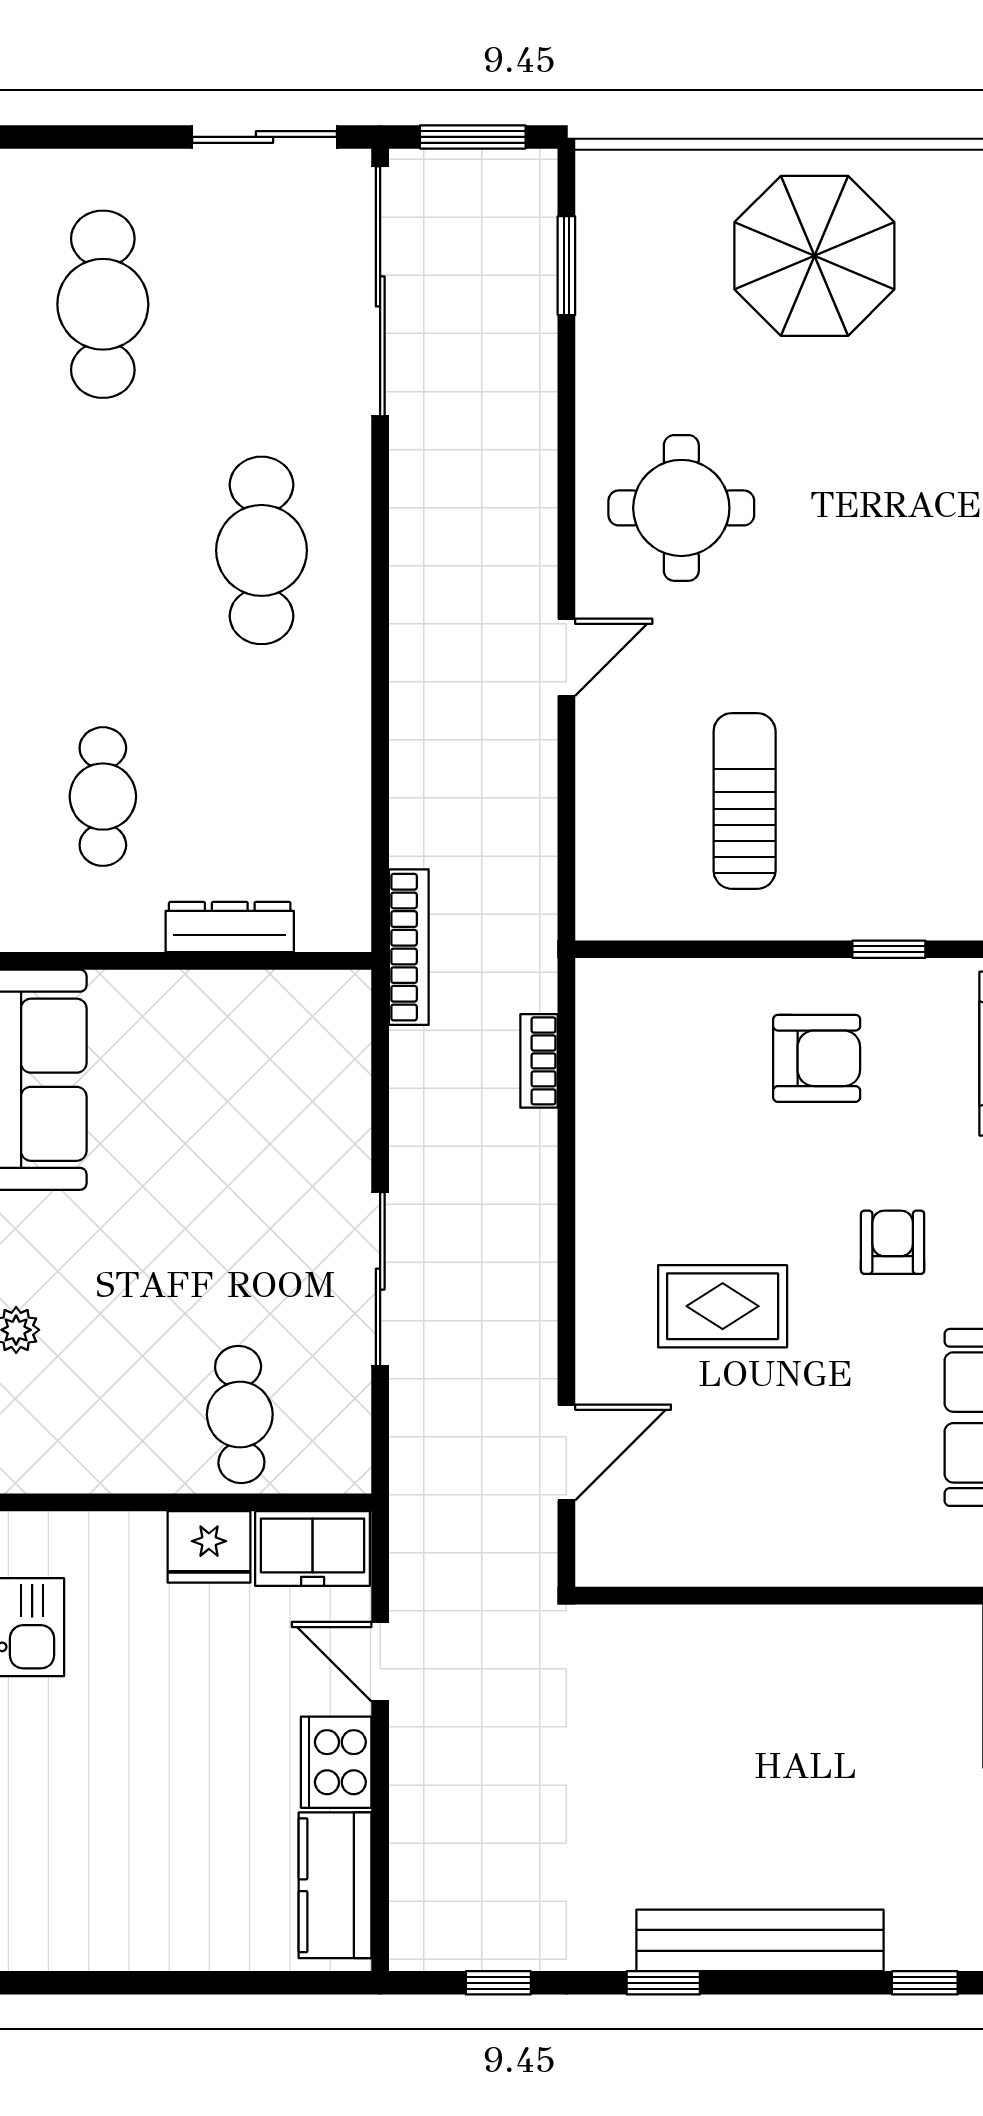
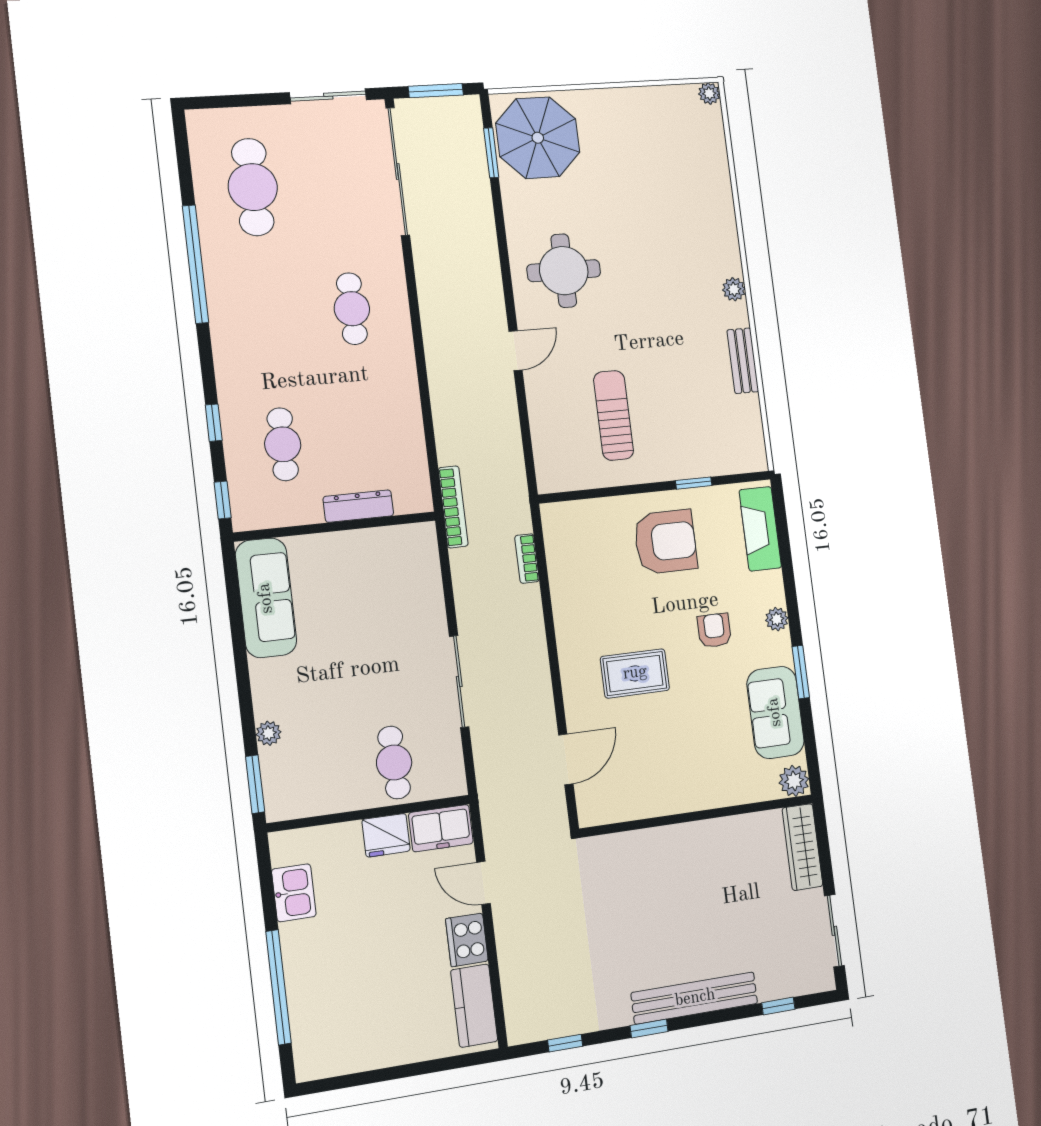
parasol: (814, 256) -> (538, 138), moved
cafe table: (262, 550) -> (352, 309), width x0.73, depth x0.74
armchair: (817, 1058) -> (665, 542), width x1.36, depth x1.36

